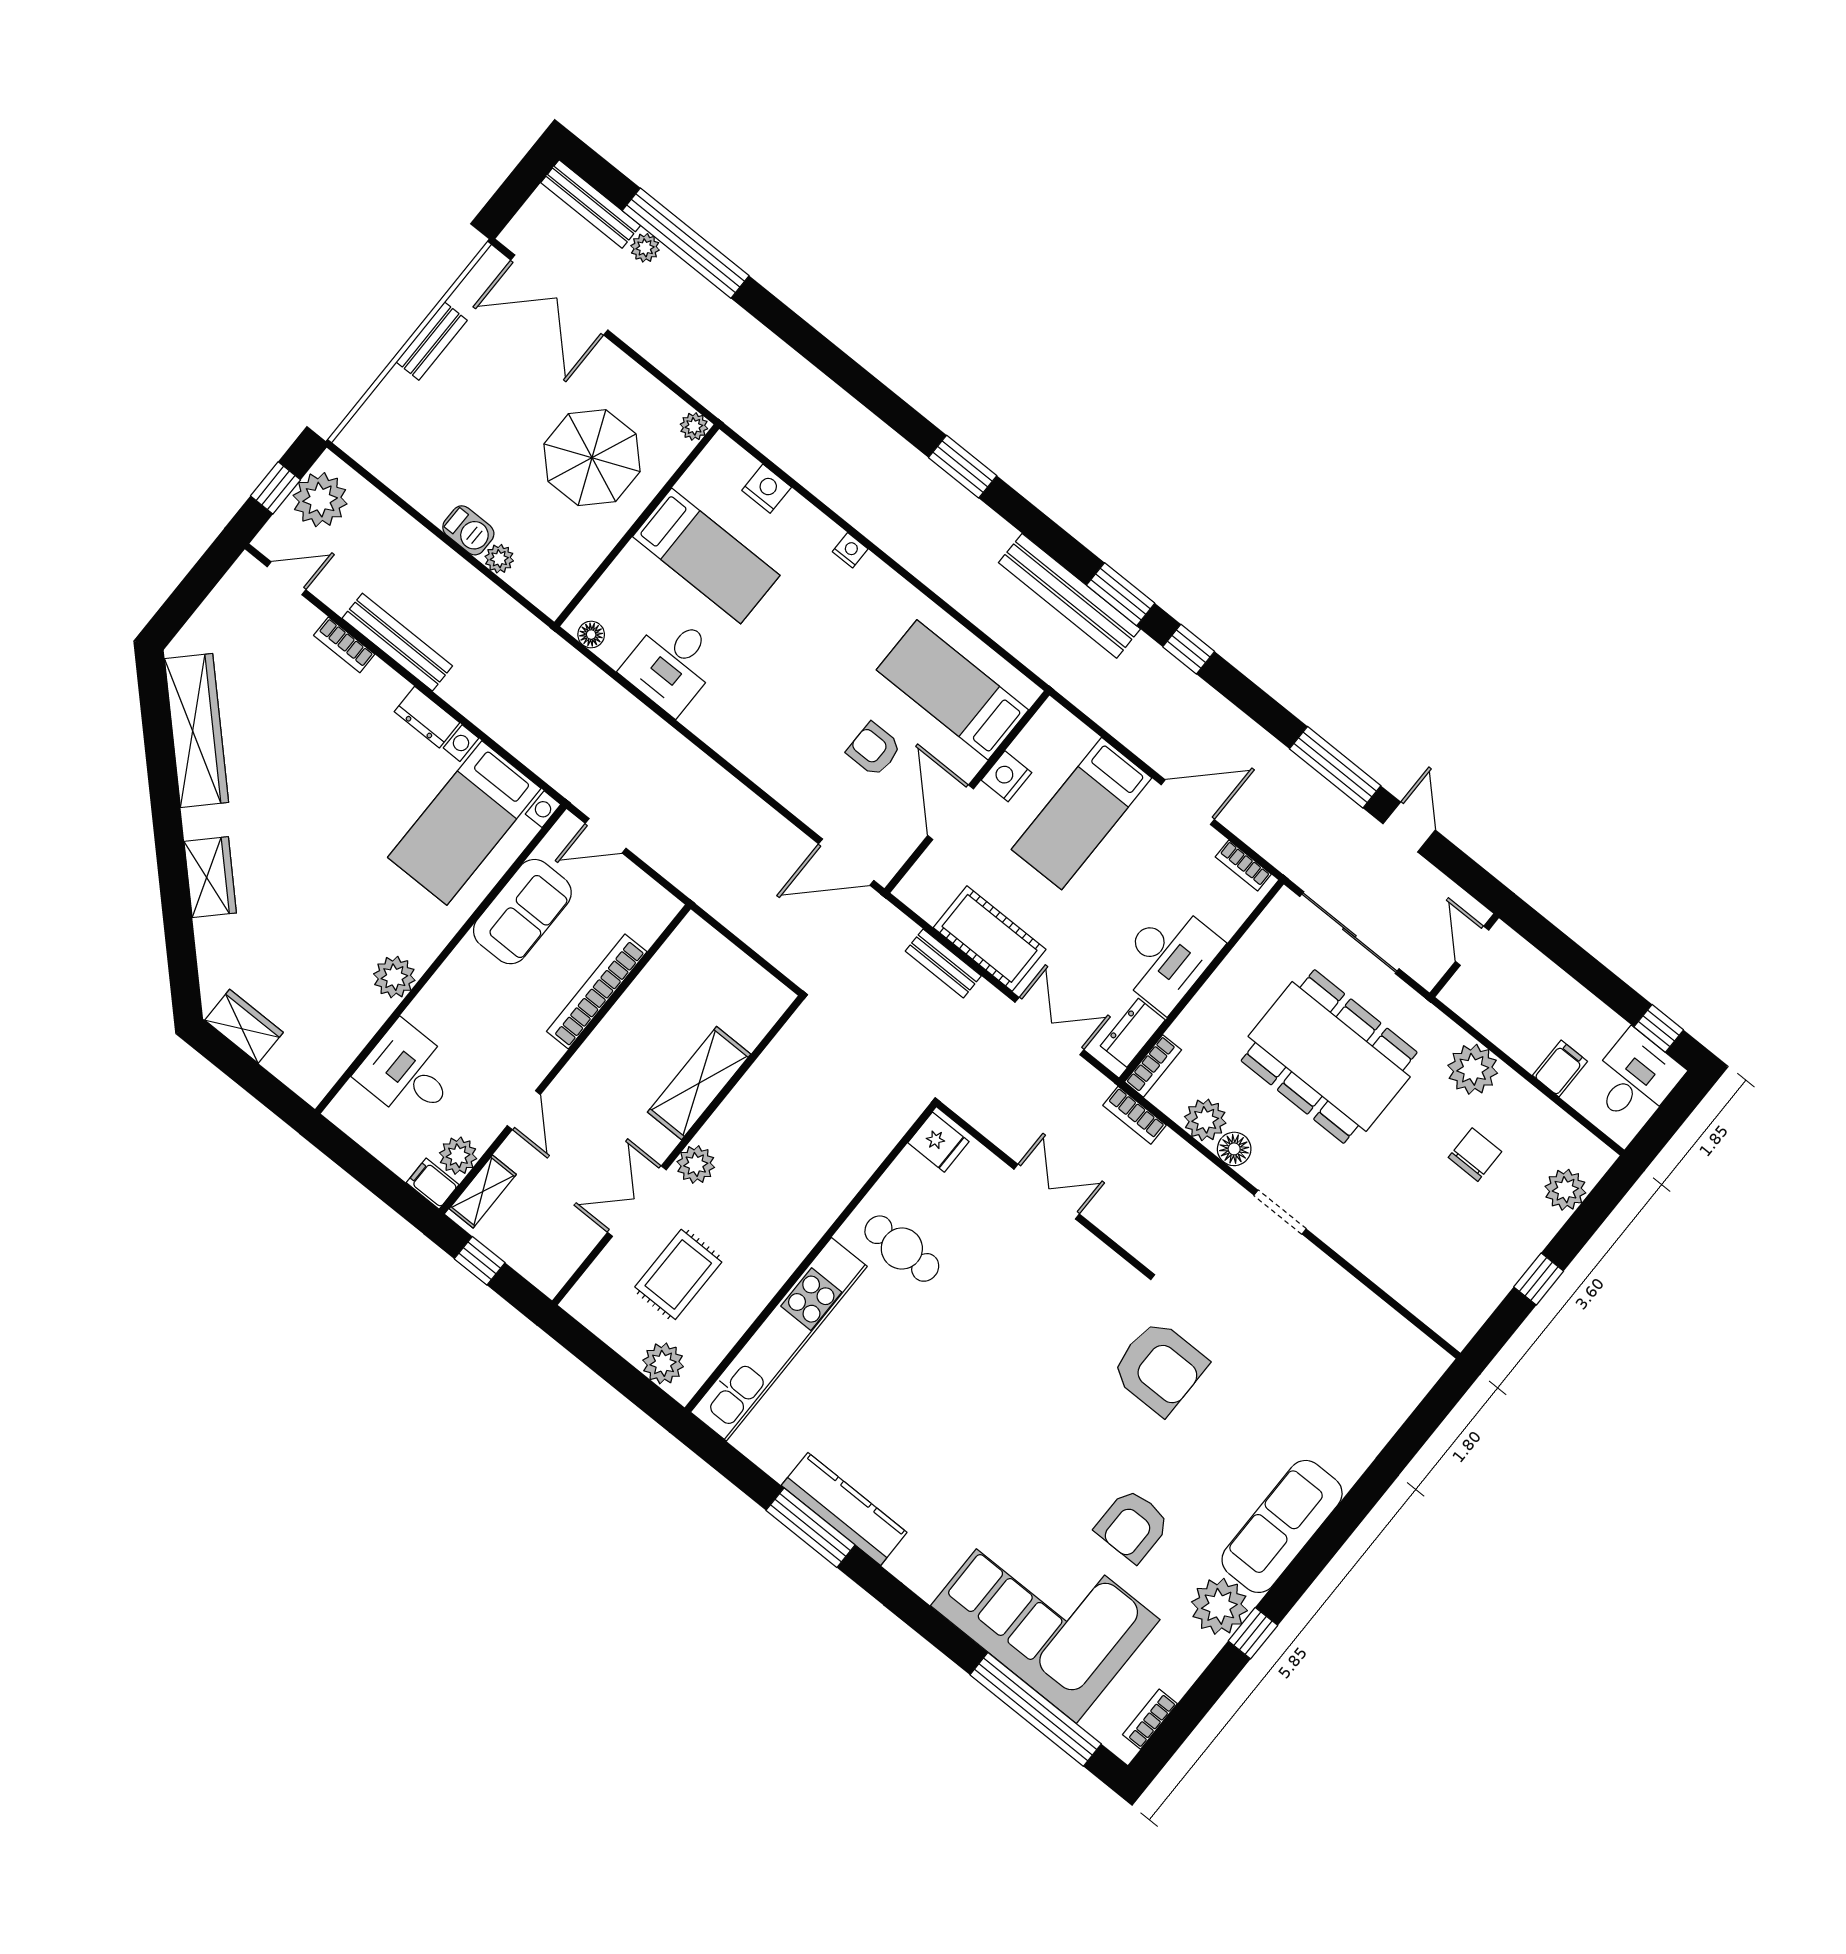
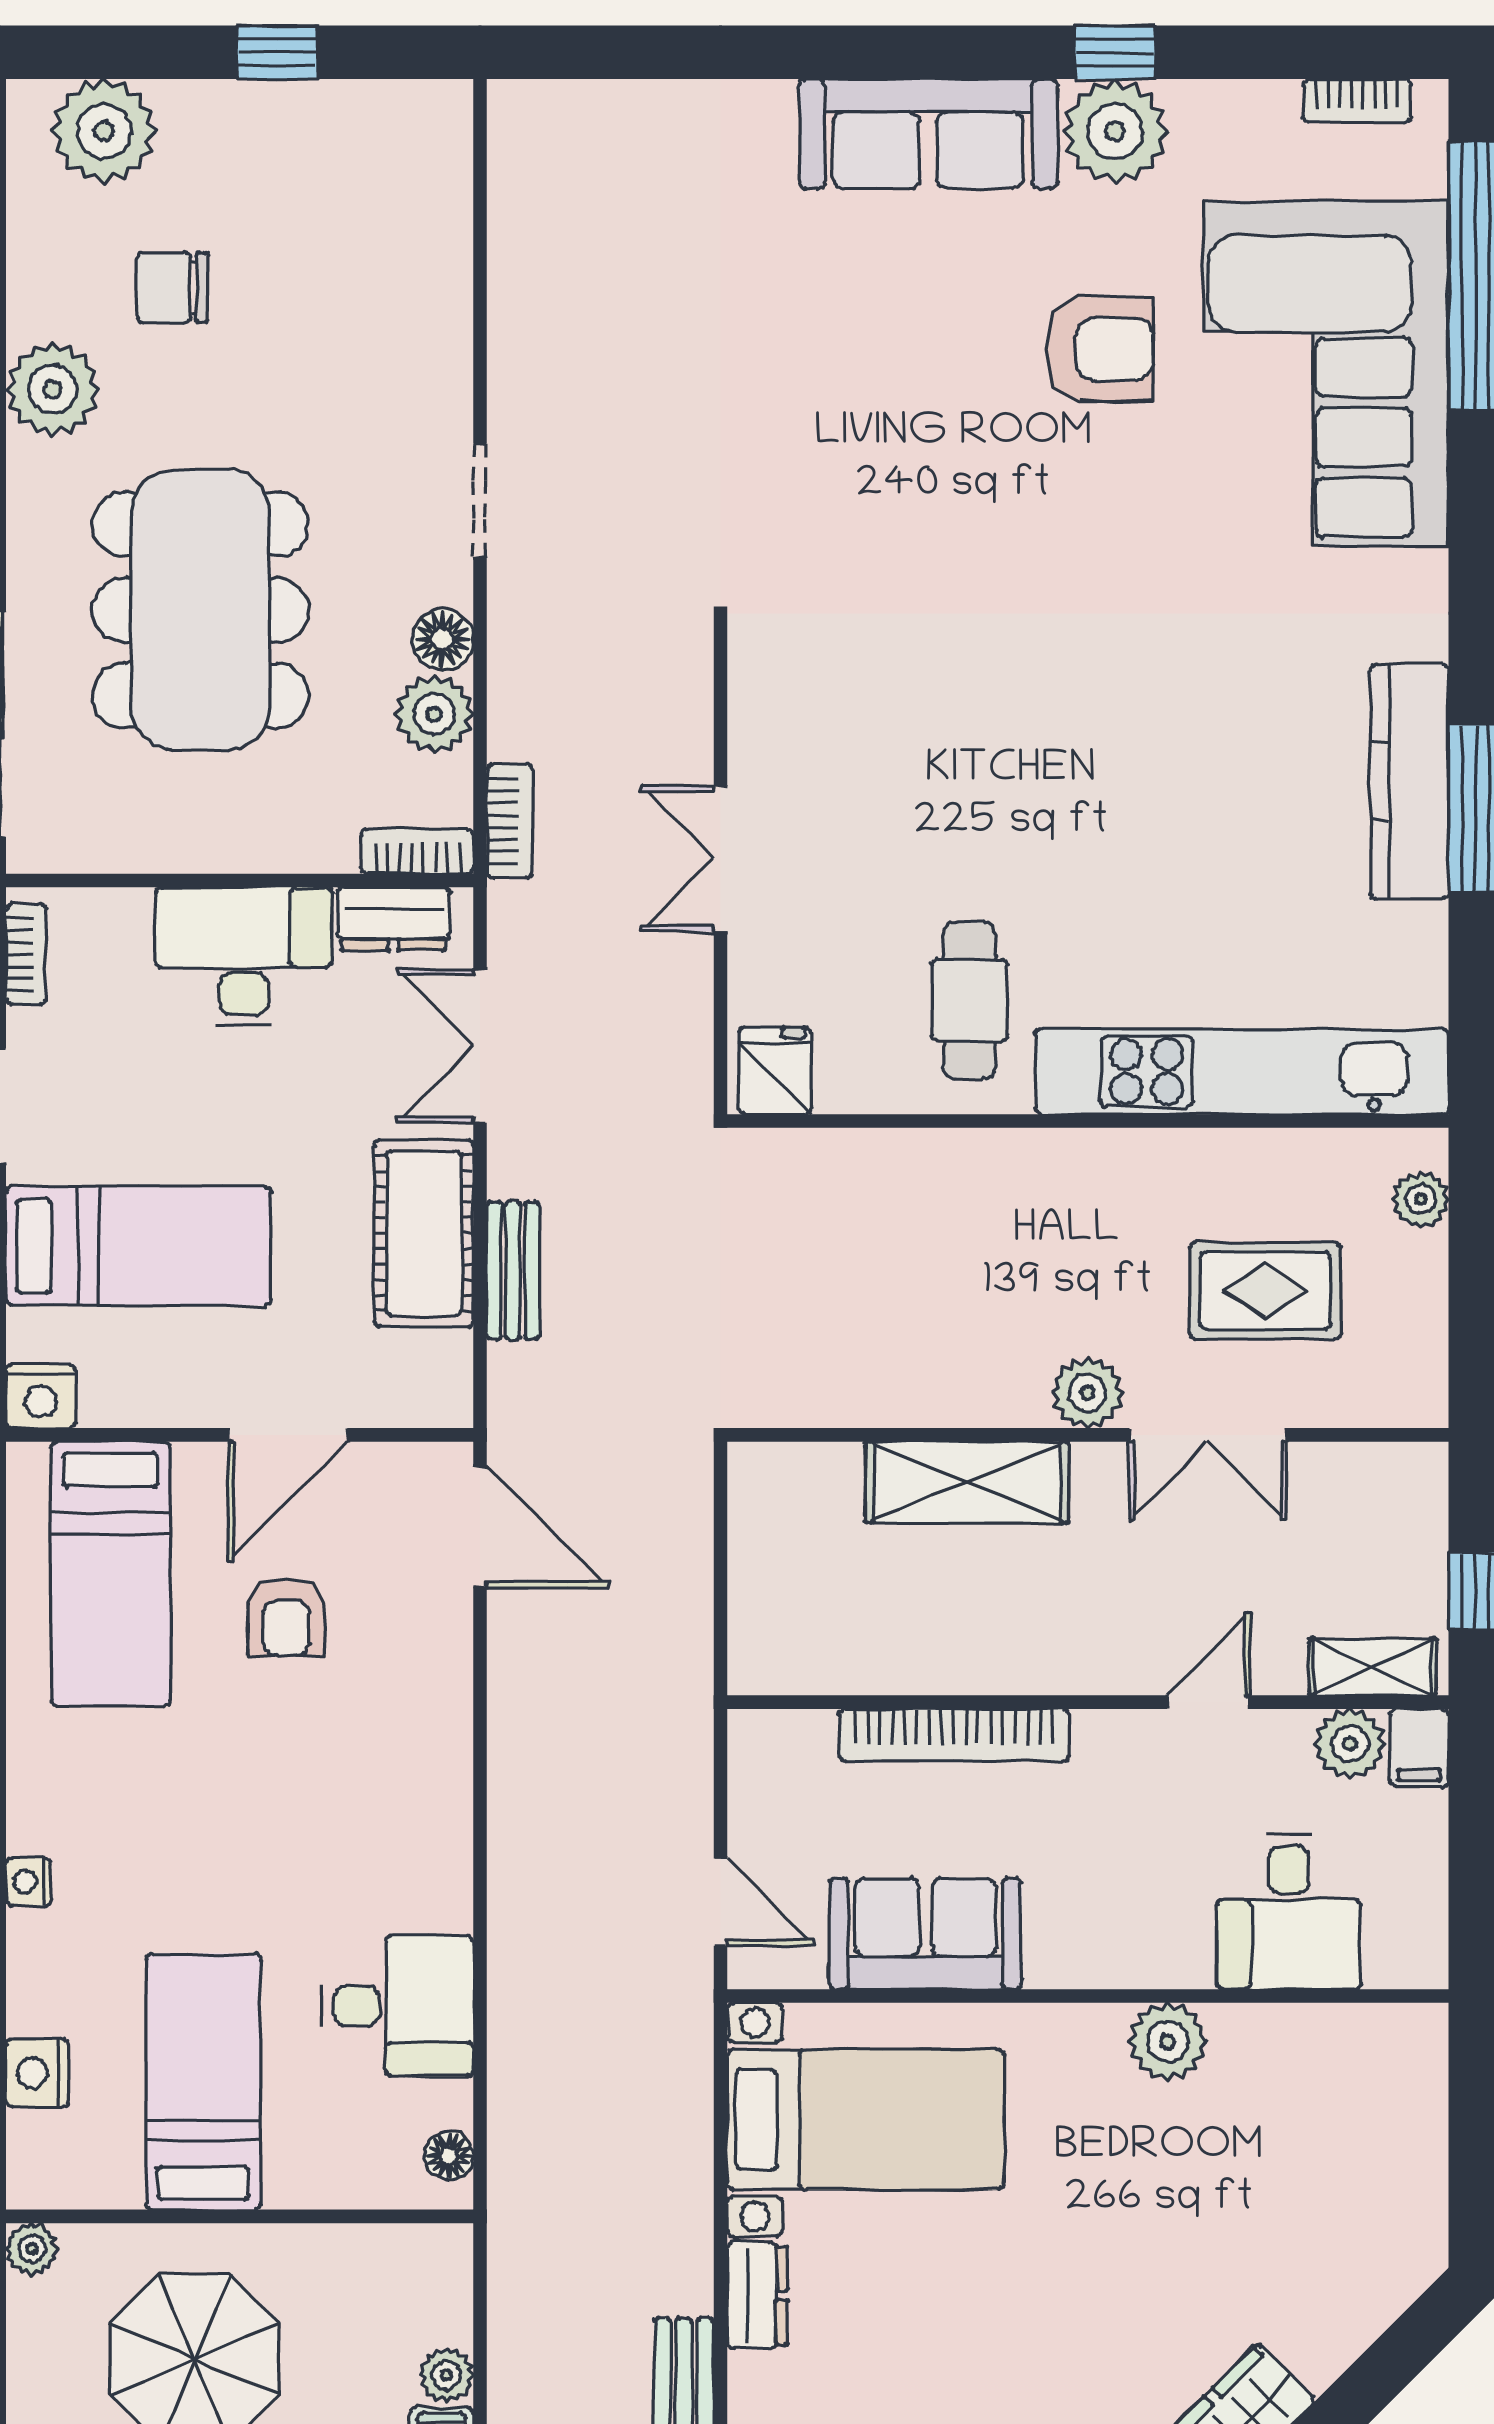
nightstand: (1007, 776) -> (41, 1396), moved
wardrobe: (244, 1026) -> (1412, 2200), removed
plant: (1565, 1190) -> (104, 131), width x1.36, depth x1.36
plant: (663, 1363) -> (1421, 1199), width x0.73, depth x0.73
armchair: (1159, 1368) -> (842, 494), removed

